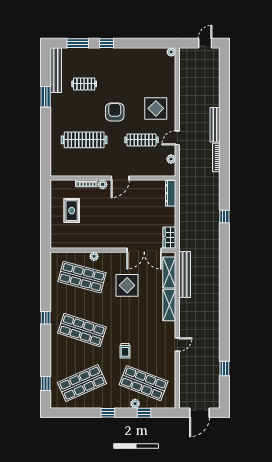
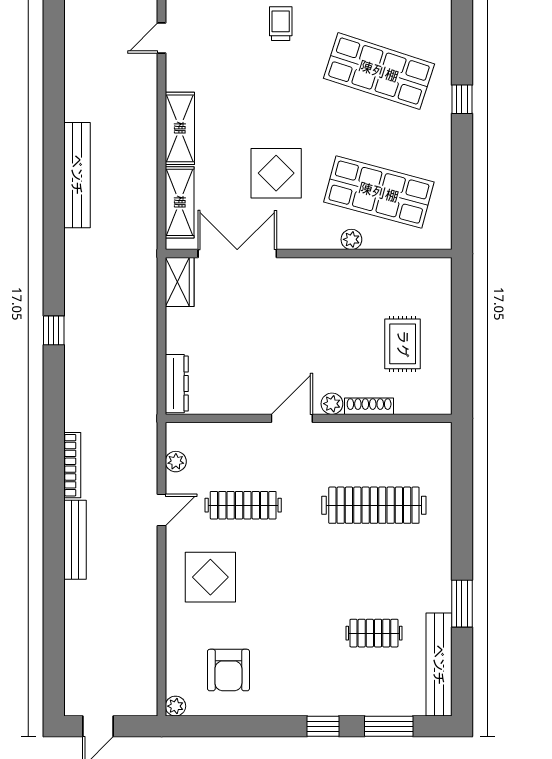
armchair: (115, 112) -> (228, 670), moved
bench: (185, 275) -> (77, 175), moved

